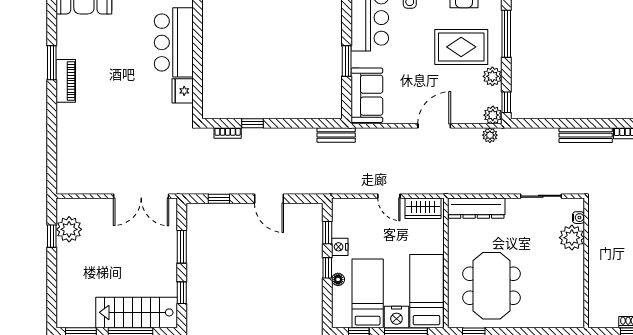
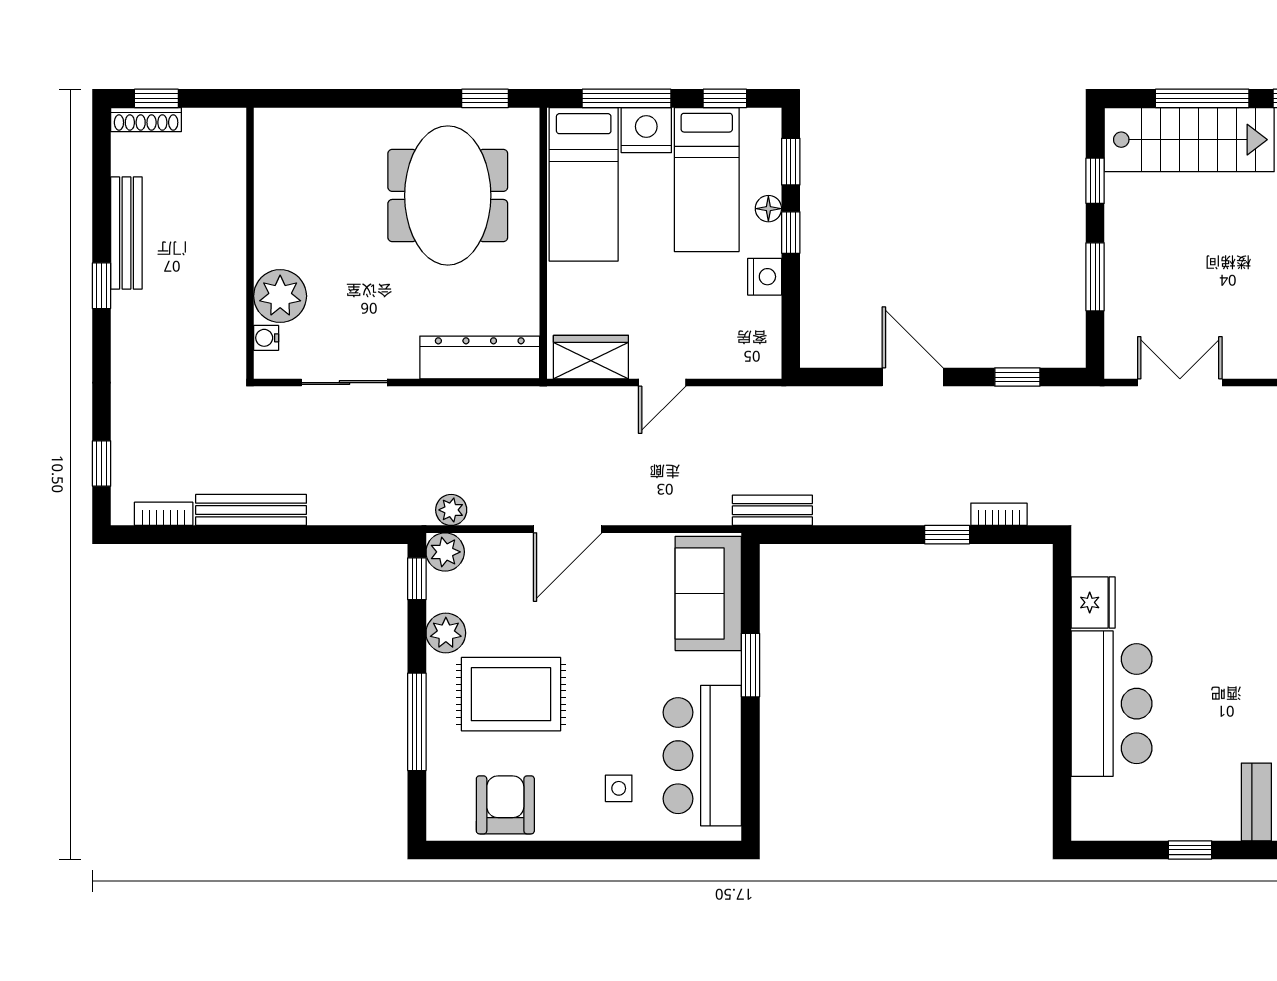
double door: (141, 196) -> (1180, 383), width x0.73
door: (389, 196) -> (662, 383), swing flipped
window: (327, 233) -> (791, 162), moved

